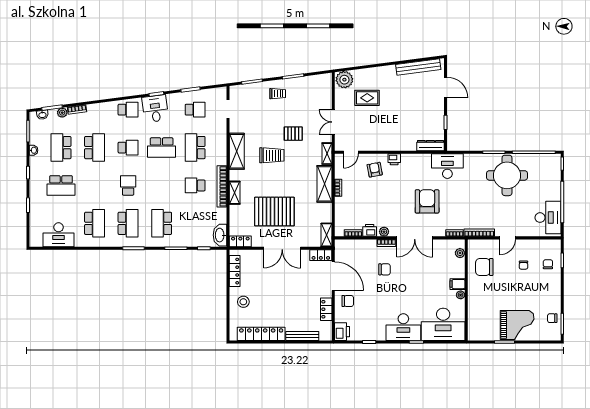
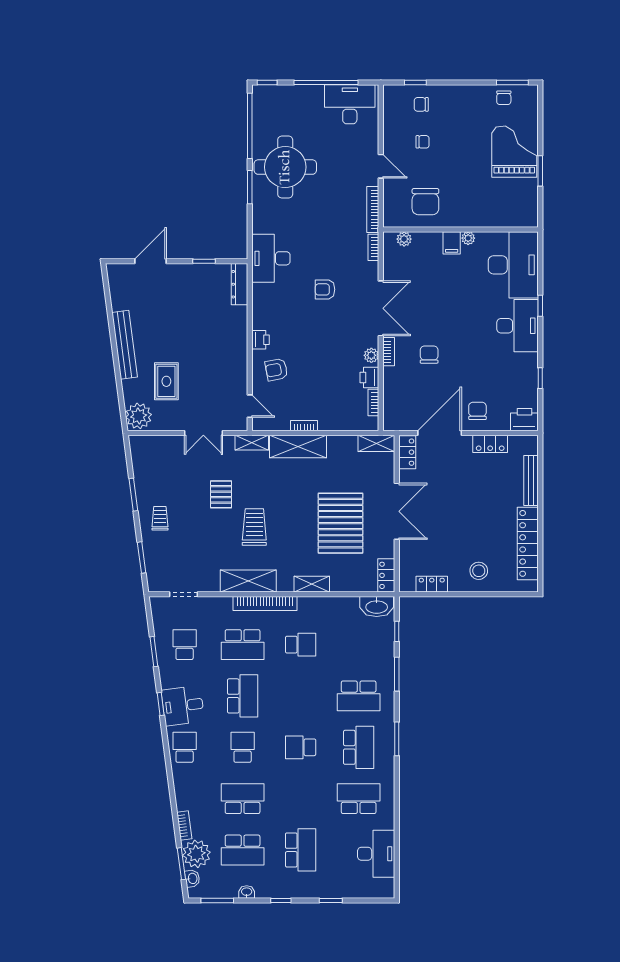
bench: (418, 67) -> (125, 345), moved
plant: (62, 113) -> (196, 854), width x1.88, depth x1.88
school desk: (195, 185) -> (301, 645), turned -90
bookcase: (222, 186) -> (265, 604), moved
armchair: (427, 201) -> (325, 289), width x0.53, depth x0.53
school desk: (128, 223) -> (359, 747), turned 90
locker: (235, 271) -> (432, 584), width x0.66

